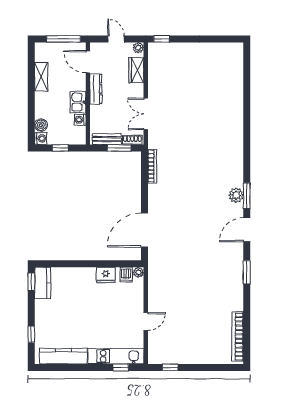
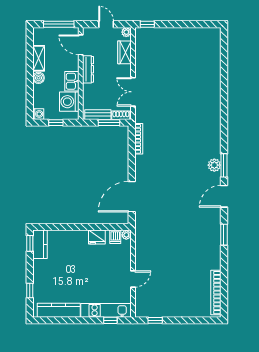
washing machine: (80, 120) -> (69, 102), width x1.89, depth x1.89
boiler: (41, 125) -> (39, 78), moved

